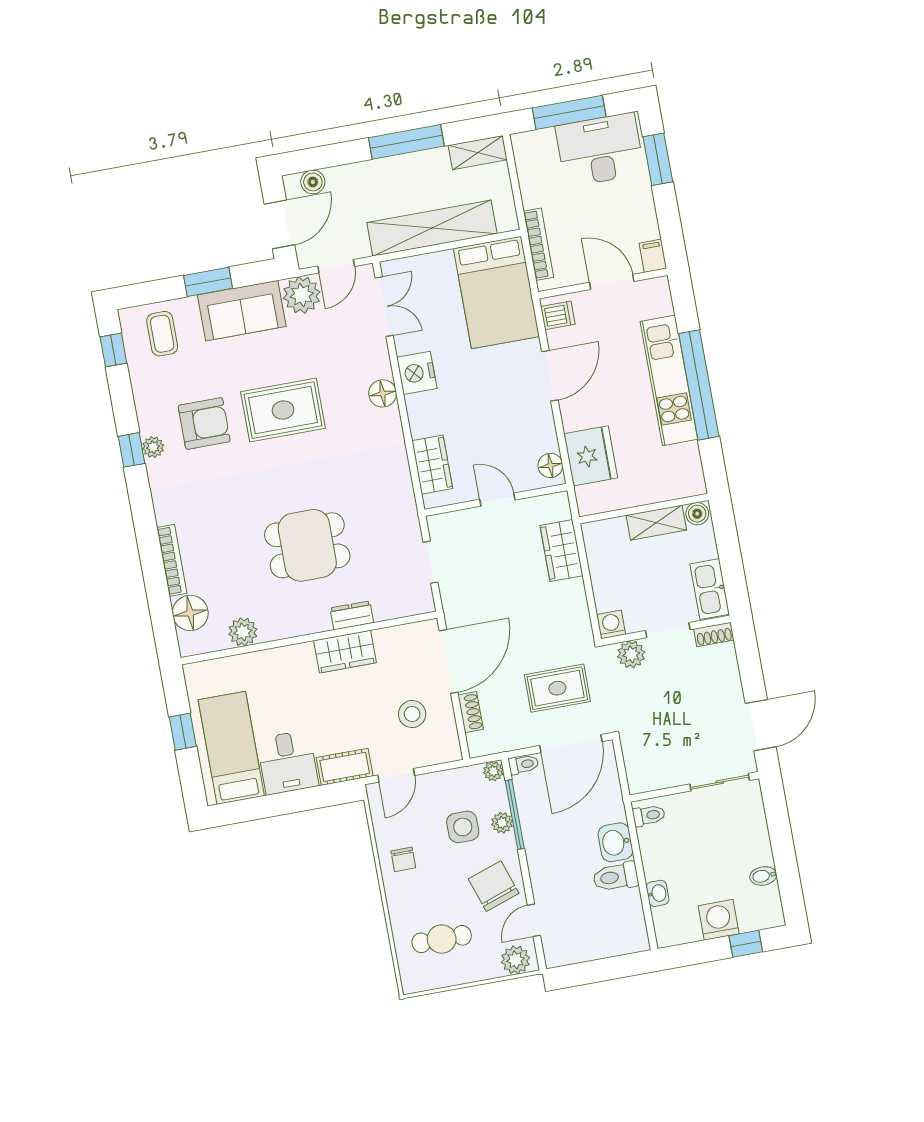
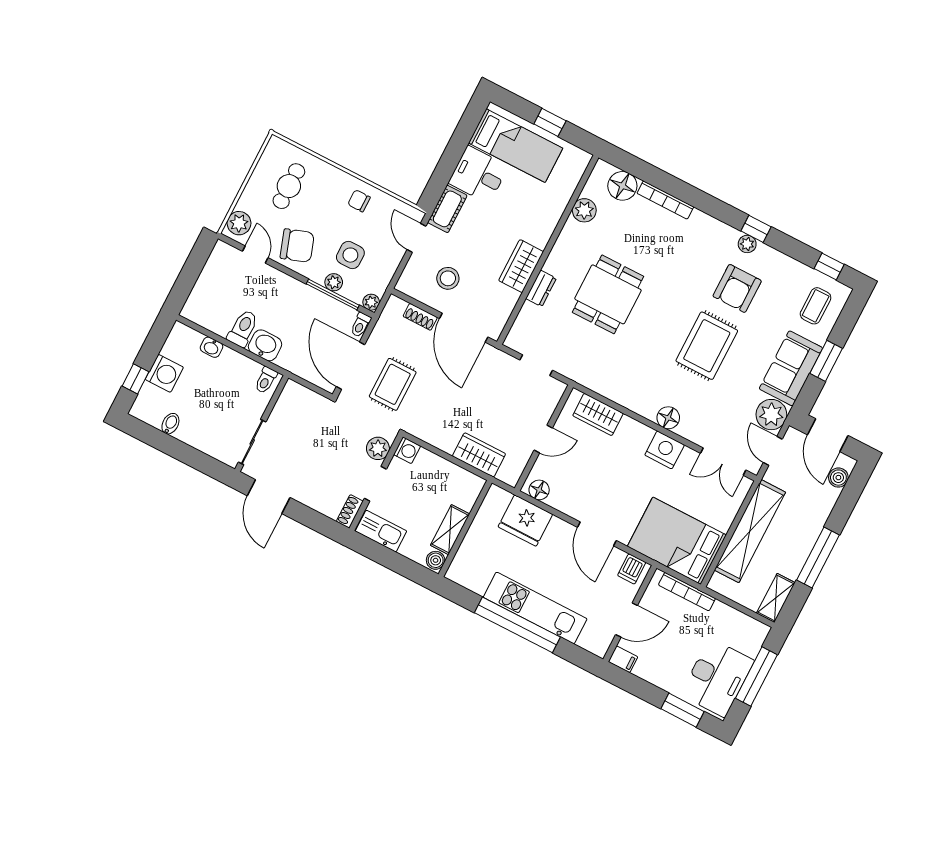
coffee table: (162, 334) -> (816, 306), turned 90

